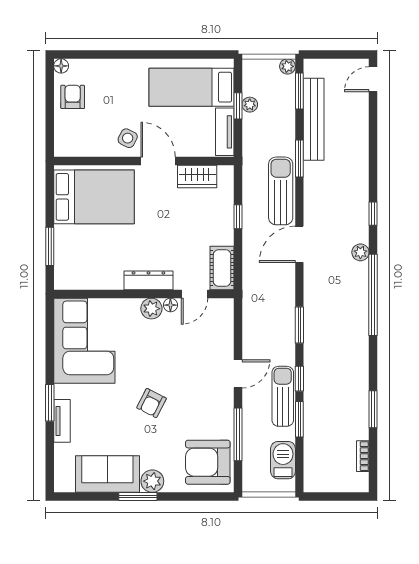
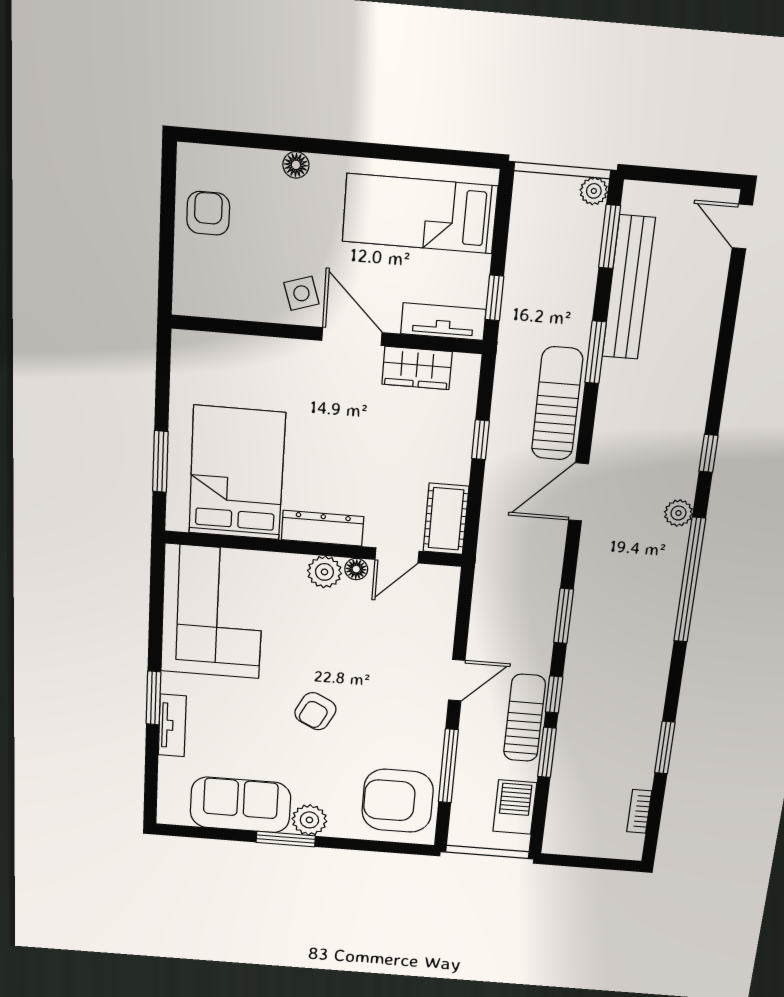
floor lamp: (61, 66) -> (296, 165), moved
door: (373, 79) -> (742, 226), hinge flipped
plant: (250, 105) -> (520, 253), removed
window: (238, 106) -> (494, 298), moved
tv unit: (225, 132) -> (443, 322), moved, turned 90
side table: (128, 138) -> (301, 293), turned 45
bed: (94, 197) -> (237, 473), moved, turned -90

